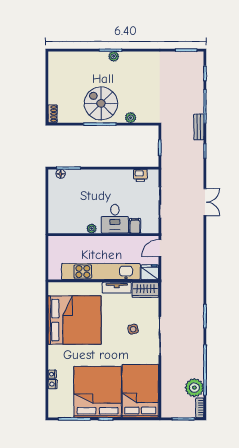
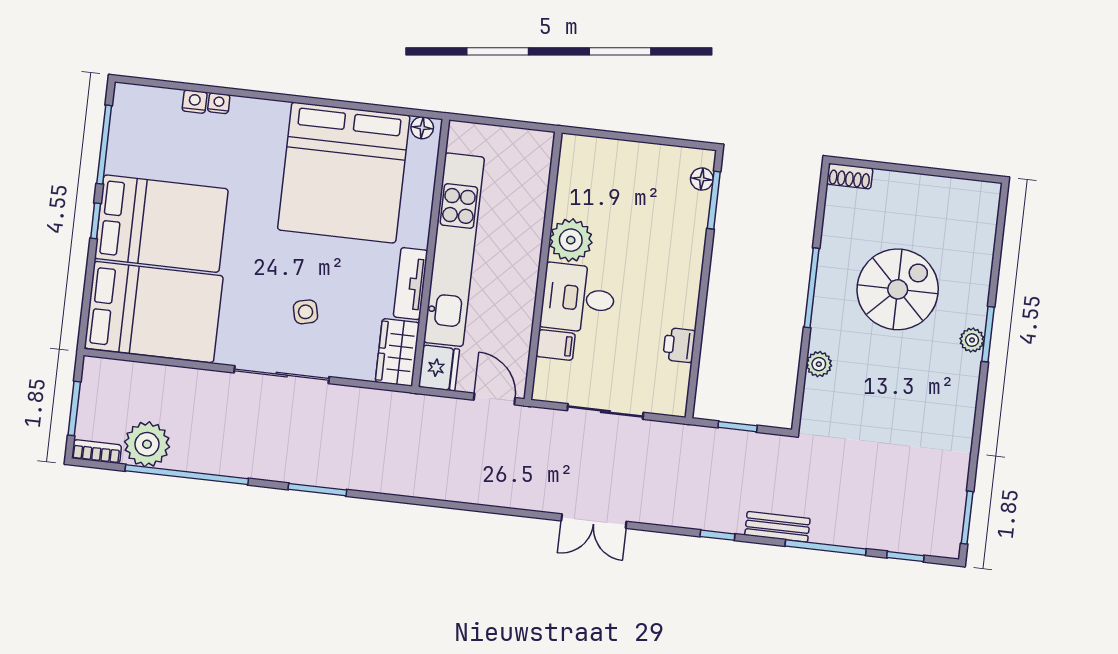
spiral stairs: (101, 103) -> (898, 289), moved
printer: (140, 175) -> (679, 345), moved
plant: (92, 229) -> (571, 240), width x1.88, depth x1.88
floor lamp: (53, 290) -> (422, 128), added
bed: (98, 392) -> (161, 224), width x0.73

